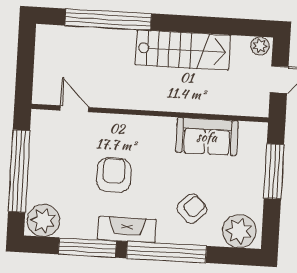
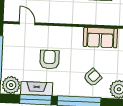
fireplace: (127, 230) -> (37, 89), moved

